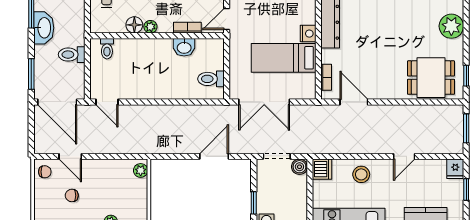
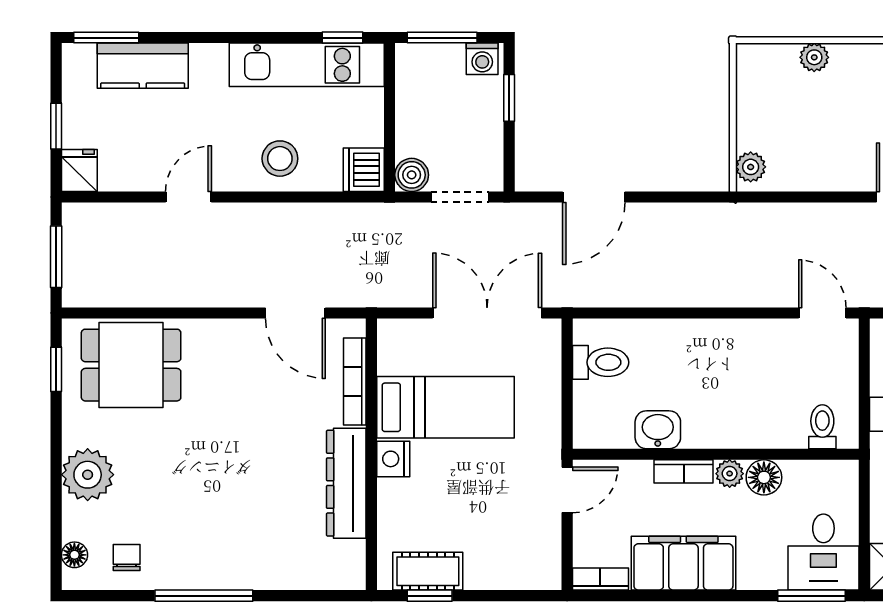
bookcase: (187, 28) -> (684, 471), moved
bookcase: (326, 77) -> (355, 382), width x1.56

